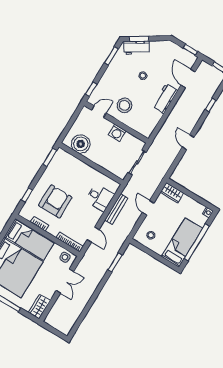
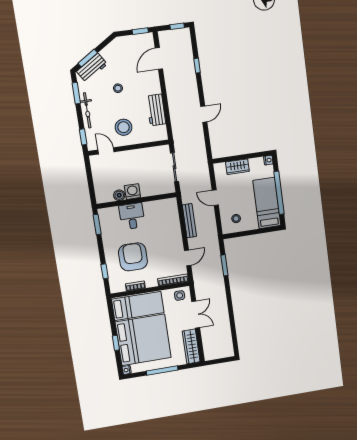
bicycle: (109, 73) -> (87, 110), added
door: (188, 79) -> (159, 59), hinge flipped
workbench: (165, 99) -> (156, 110), moved
door: (99, 111) -> (106, 151), hinge flipped
washing machine: (117, 133) -> (132, 192), moved, turned 180
door: (188, 142) -> (204, 114), swing flipped
boiler: (81, 144) -> (119, 195), width x0.54, depth x0.54
wardrobe: (172, 193) -> (237, 167), moved
desk: (100, 198) -> (132, 216), moved, turned -90
door: (93, 235) -> (188, 258), hinge flipped
wardrobe: (39, 307) -> (191, 346), width x1.50

